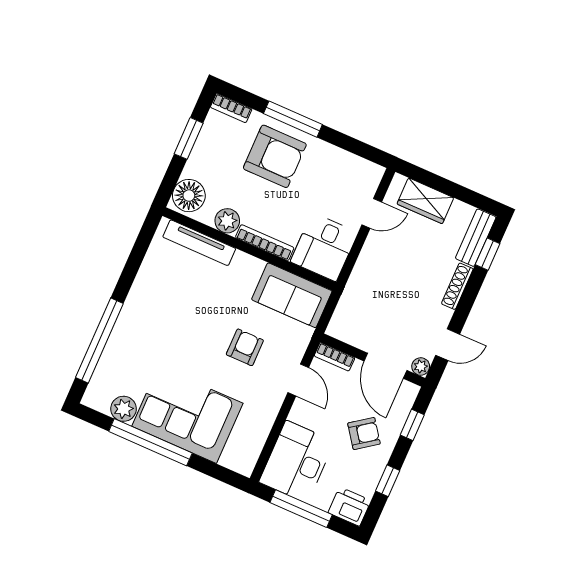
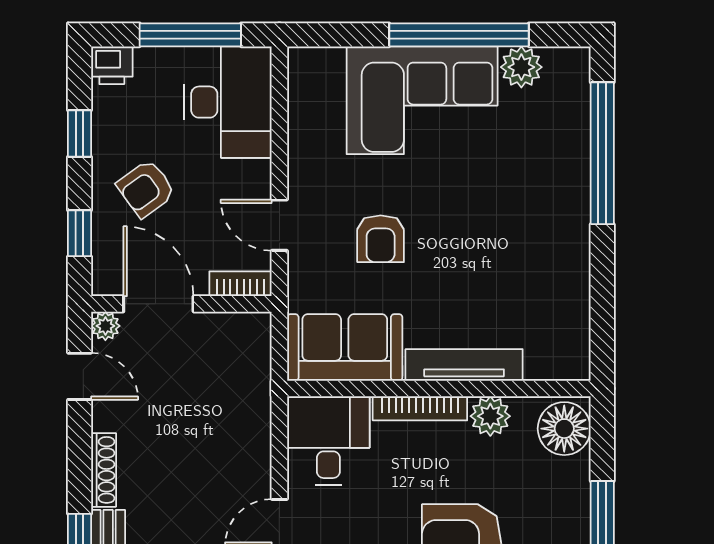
tv unit: (199, 243) -> (464, 365), moved
door: (448, 345) -> (79, 376), swing flipped
printer: (350, 507) -> (112, 65), width x0.73, depth x0.81

